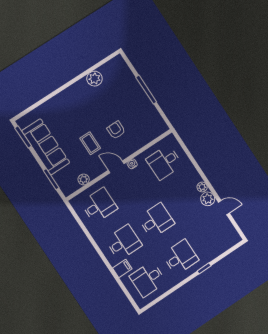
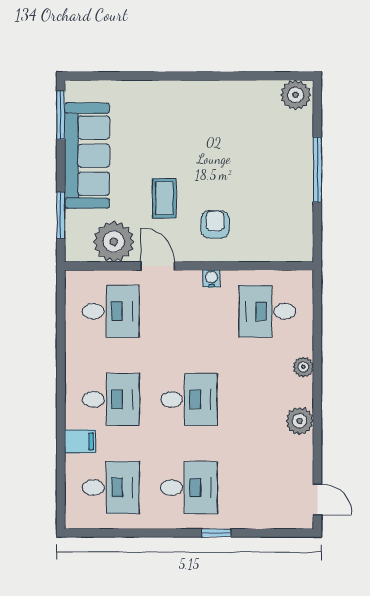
plant: (95, 79) -> (296, 95), moved
armchair: (116, 130) -> (215, 224), moved
door: (116, 167) -> (158, 266), moved
plant: (84, 179) -> (114, 242), width x1.87, depth x1.87
plant: (202, 187) -> (303, 367), moved
door: (224, 208) -> (317, 499), moved
desk: (148, 279) -> (111, 488), turned 180

